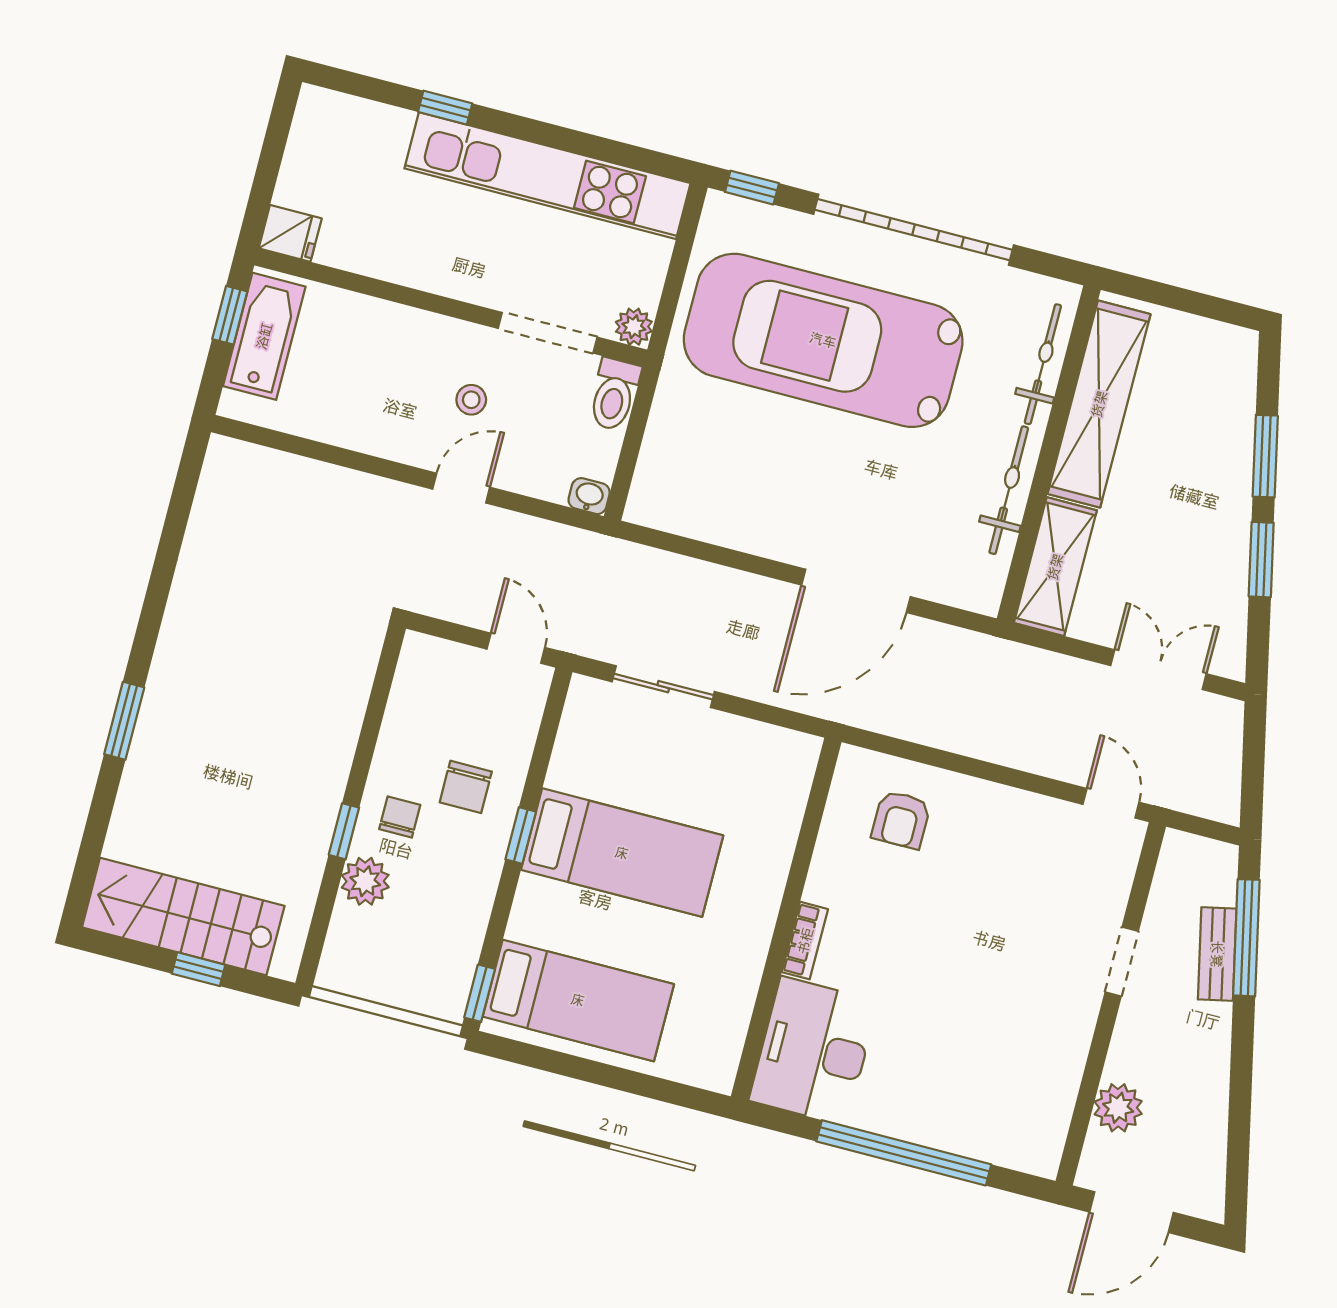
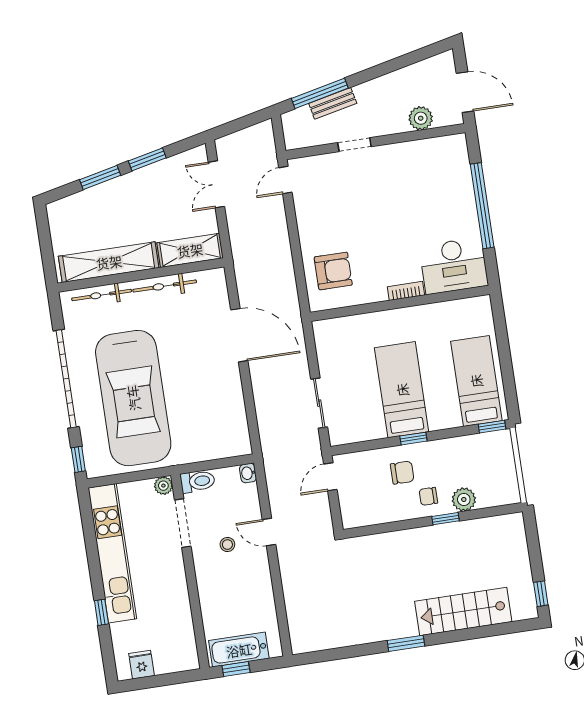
fridge: (290, 233) -> (141, 665), moved
window: (124, 721) -> (406, 643), moved
armchair: (901, 820) -> (333, 271), width x1.38, depth x1.38
stairs: (183, 917) -> (463, 611), moved, turned 90
window: (199, 969) -> (541, 594), moved

